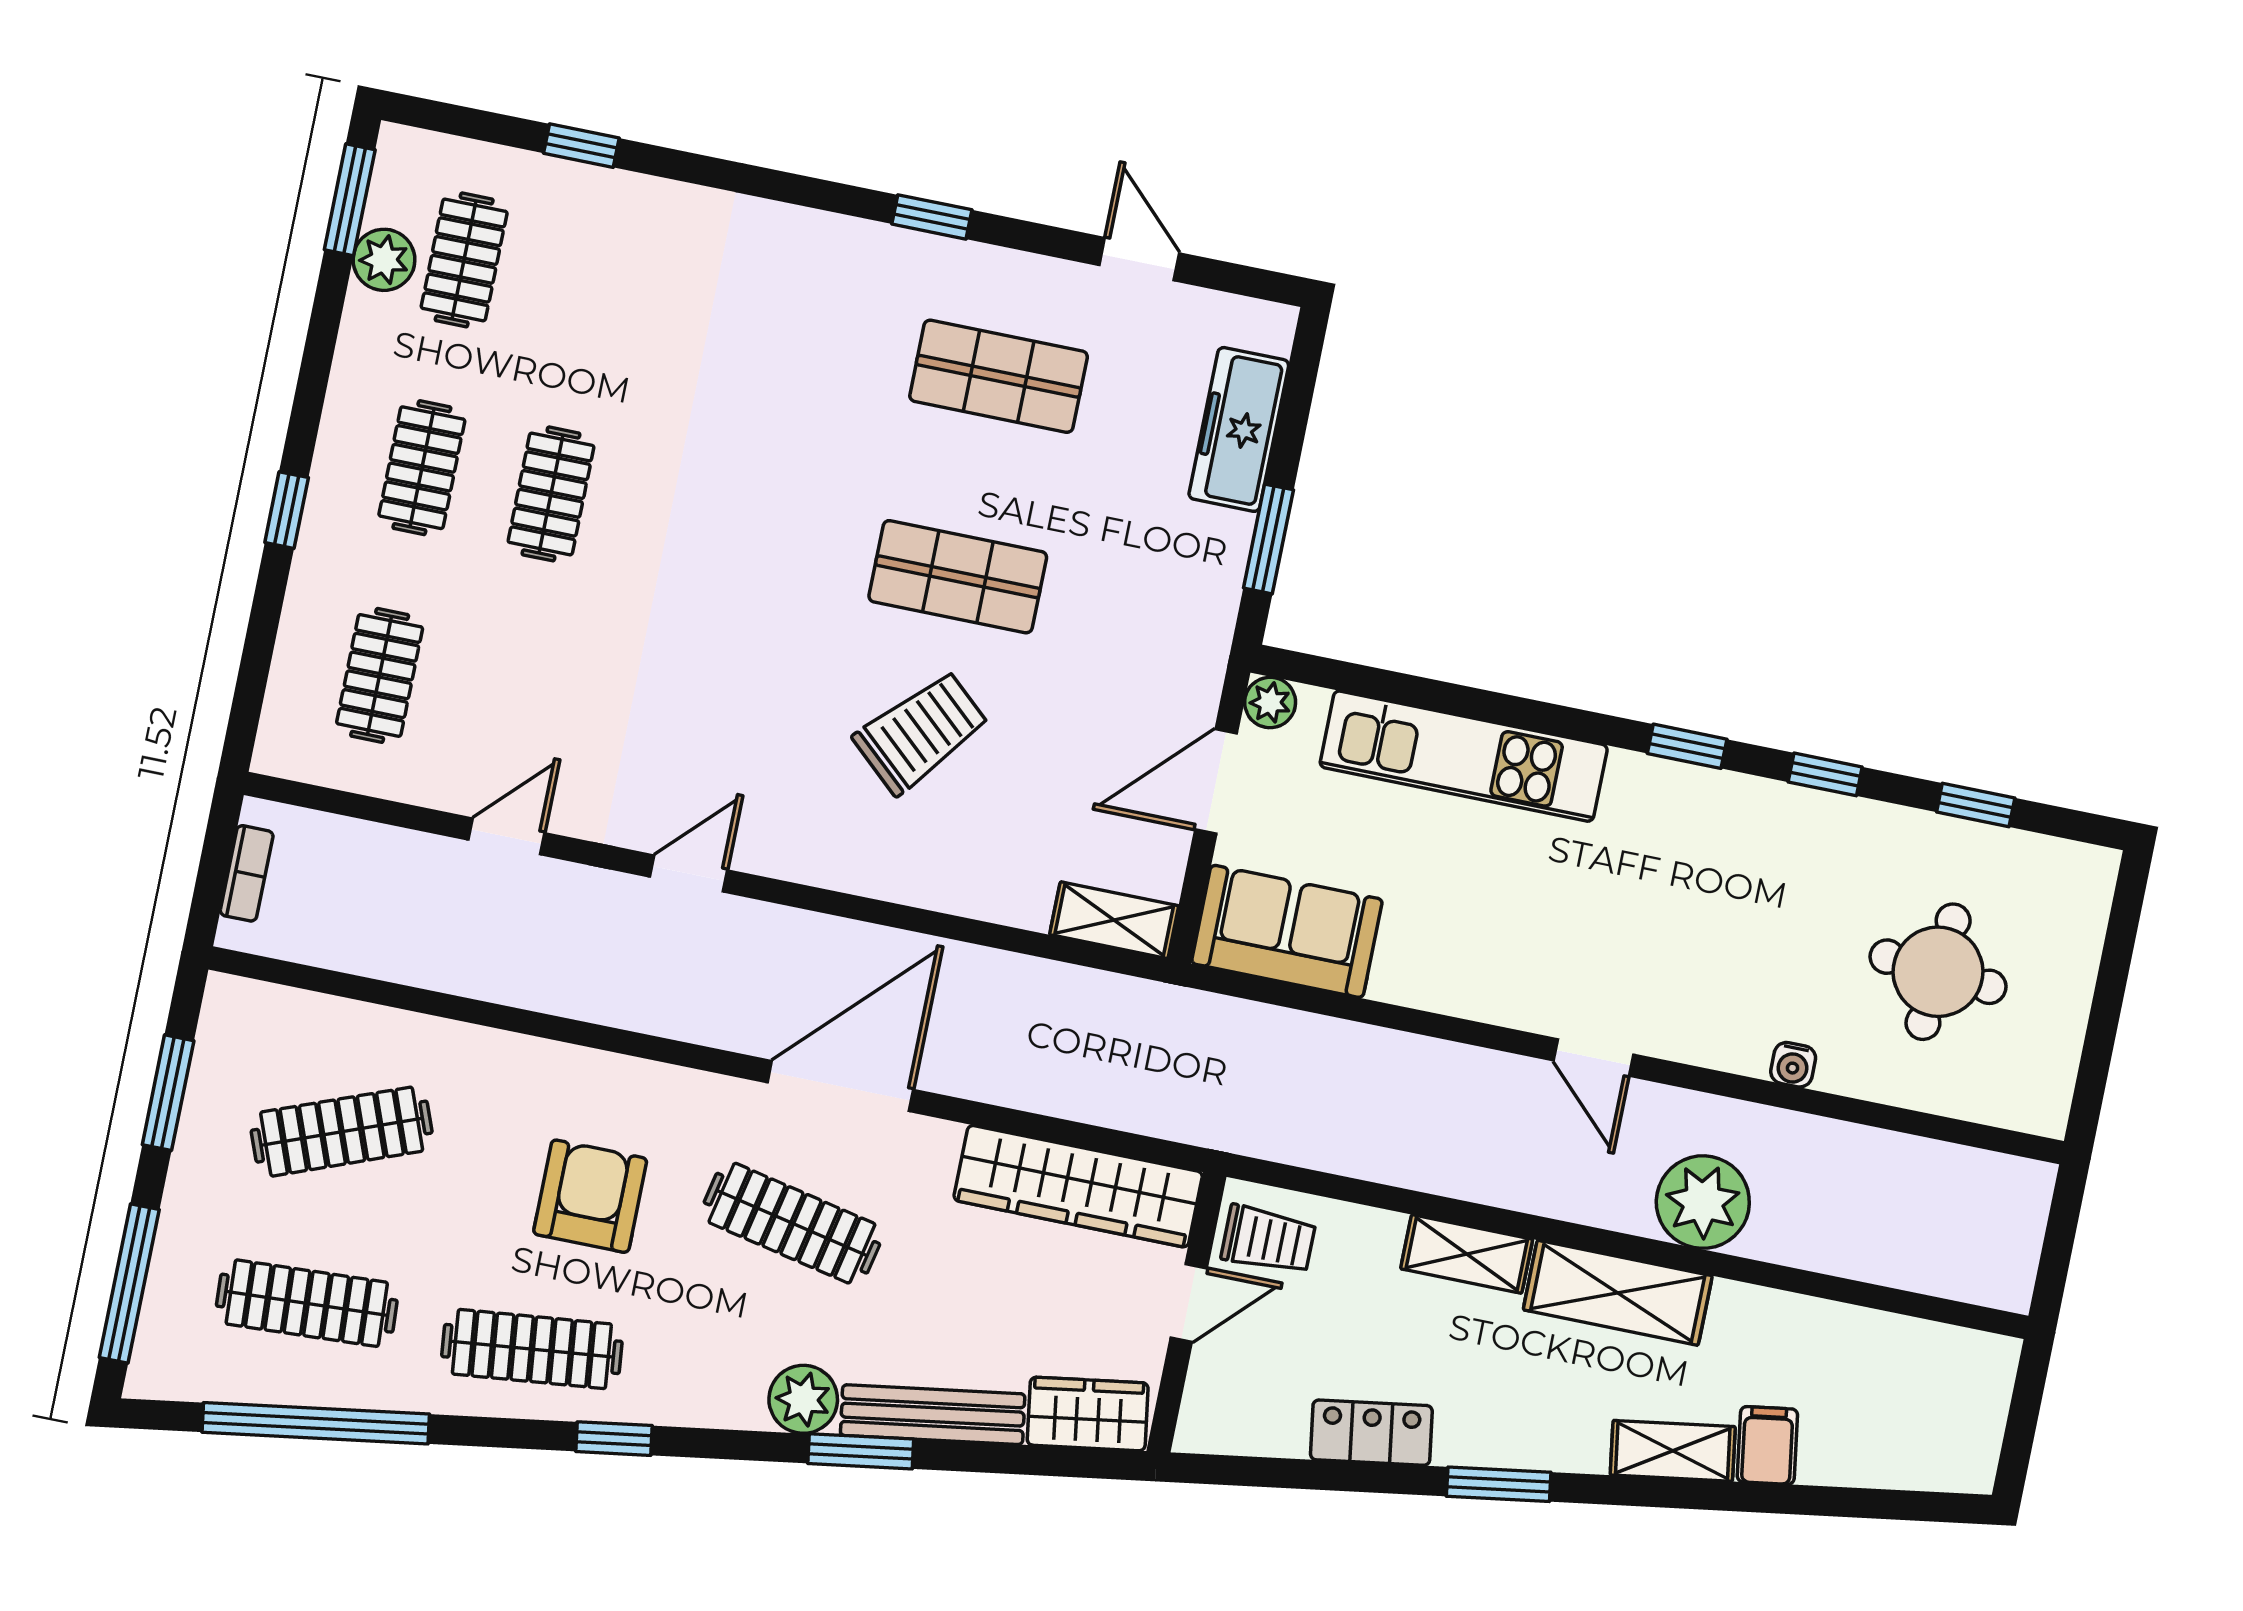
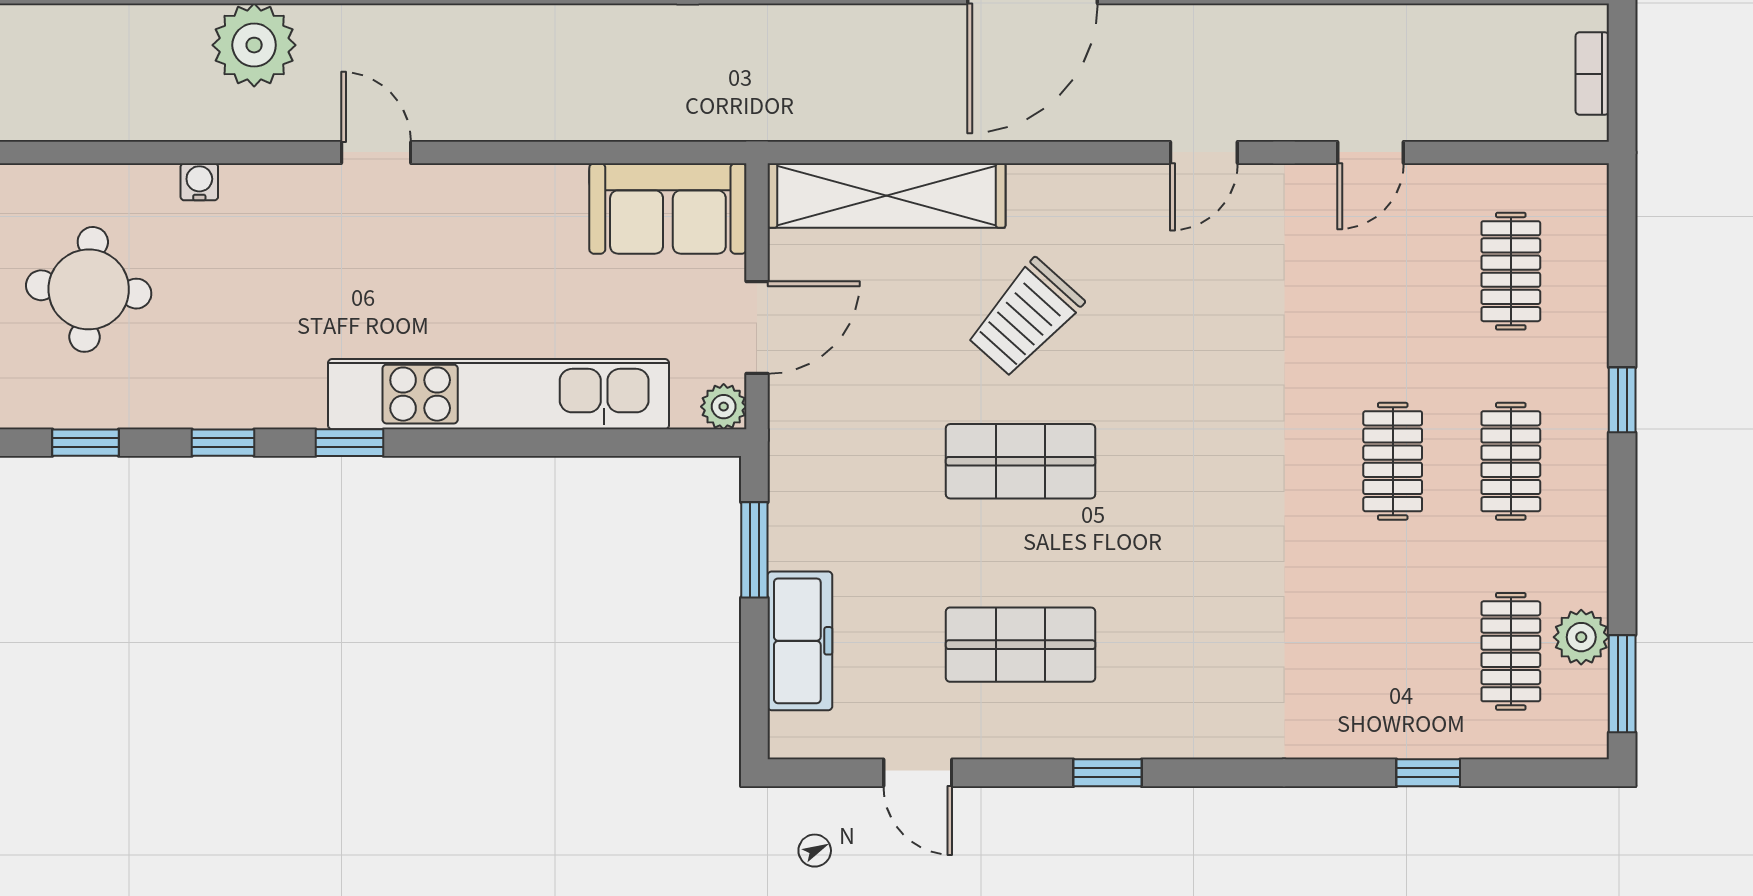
kitchen unit: (1464, 756) -> (498, 394), width x1.36
shelving: (1114, 920) -> (887, 196), width x2.20, depth x1.33

